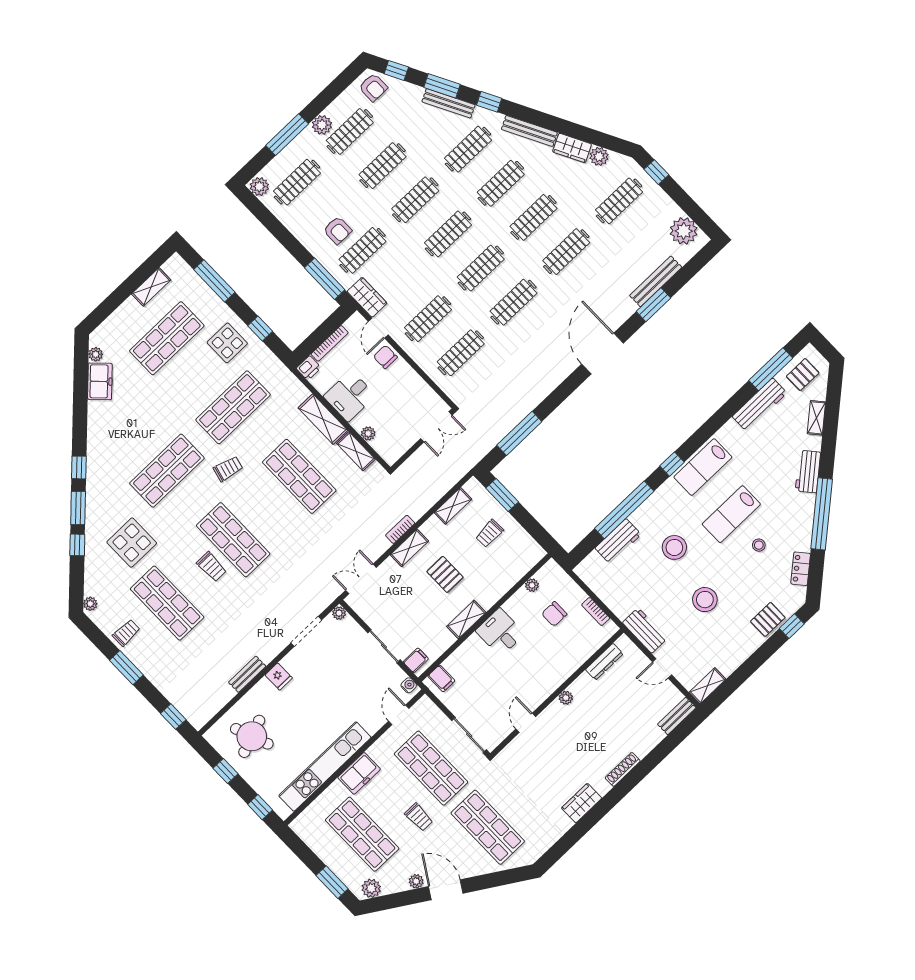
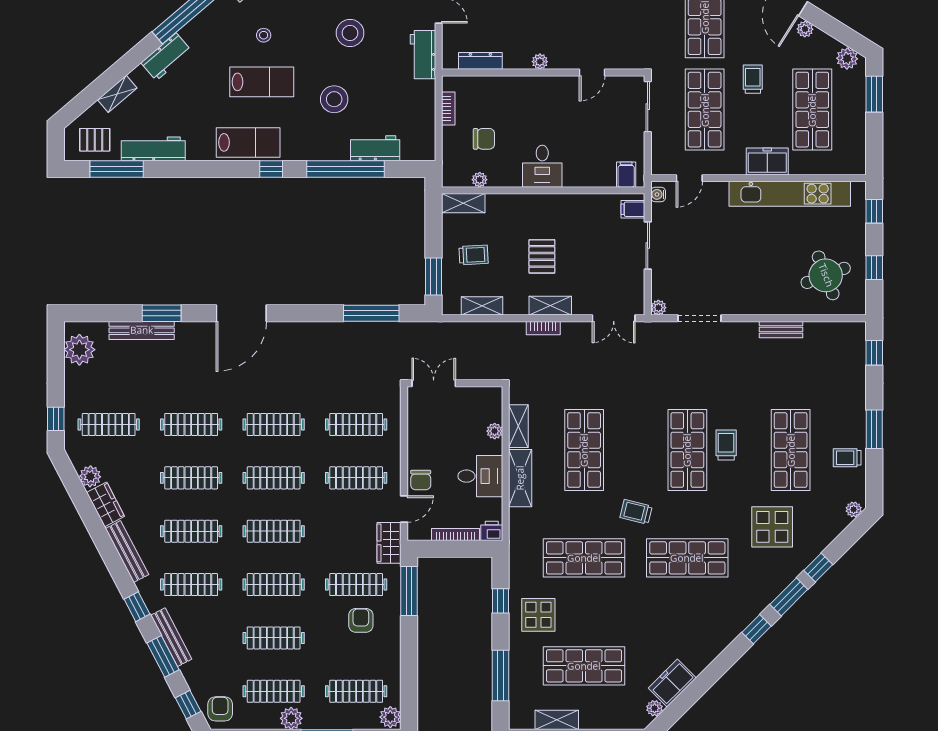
shelving: (466, 619) -> (463, 203), moved
fridge: (279, 676) -> (757, 303), removed

